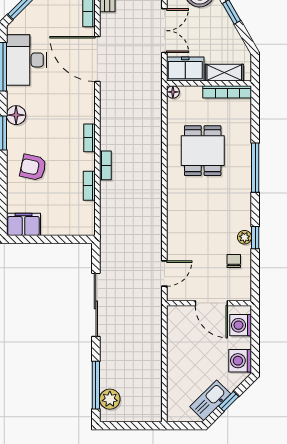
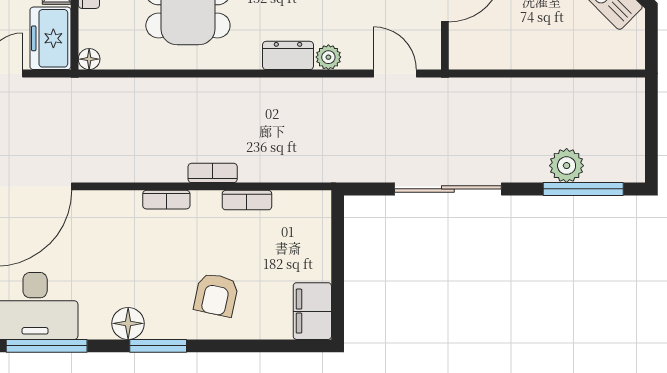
dresser: (175, 210) -> (288, 55), added
plant: (174, 234) -> (328, 57), added
plant: (110, 399) -> (567, 166), moved

